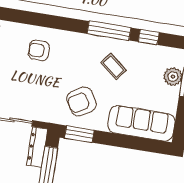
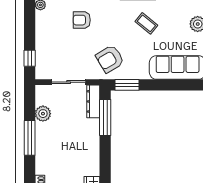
armchair: (81, 101) -> (110, 59), moved

